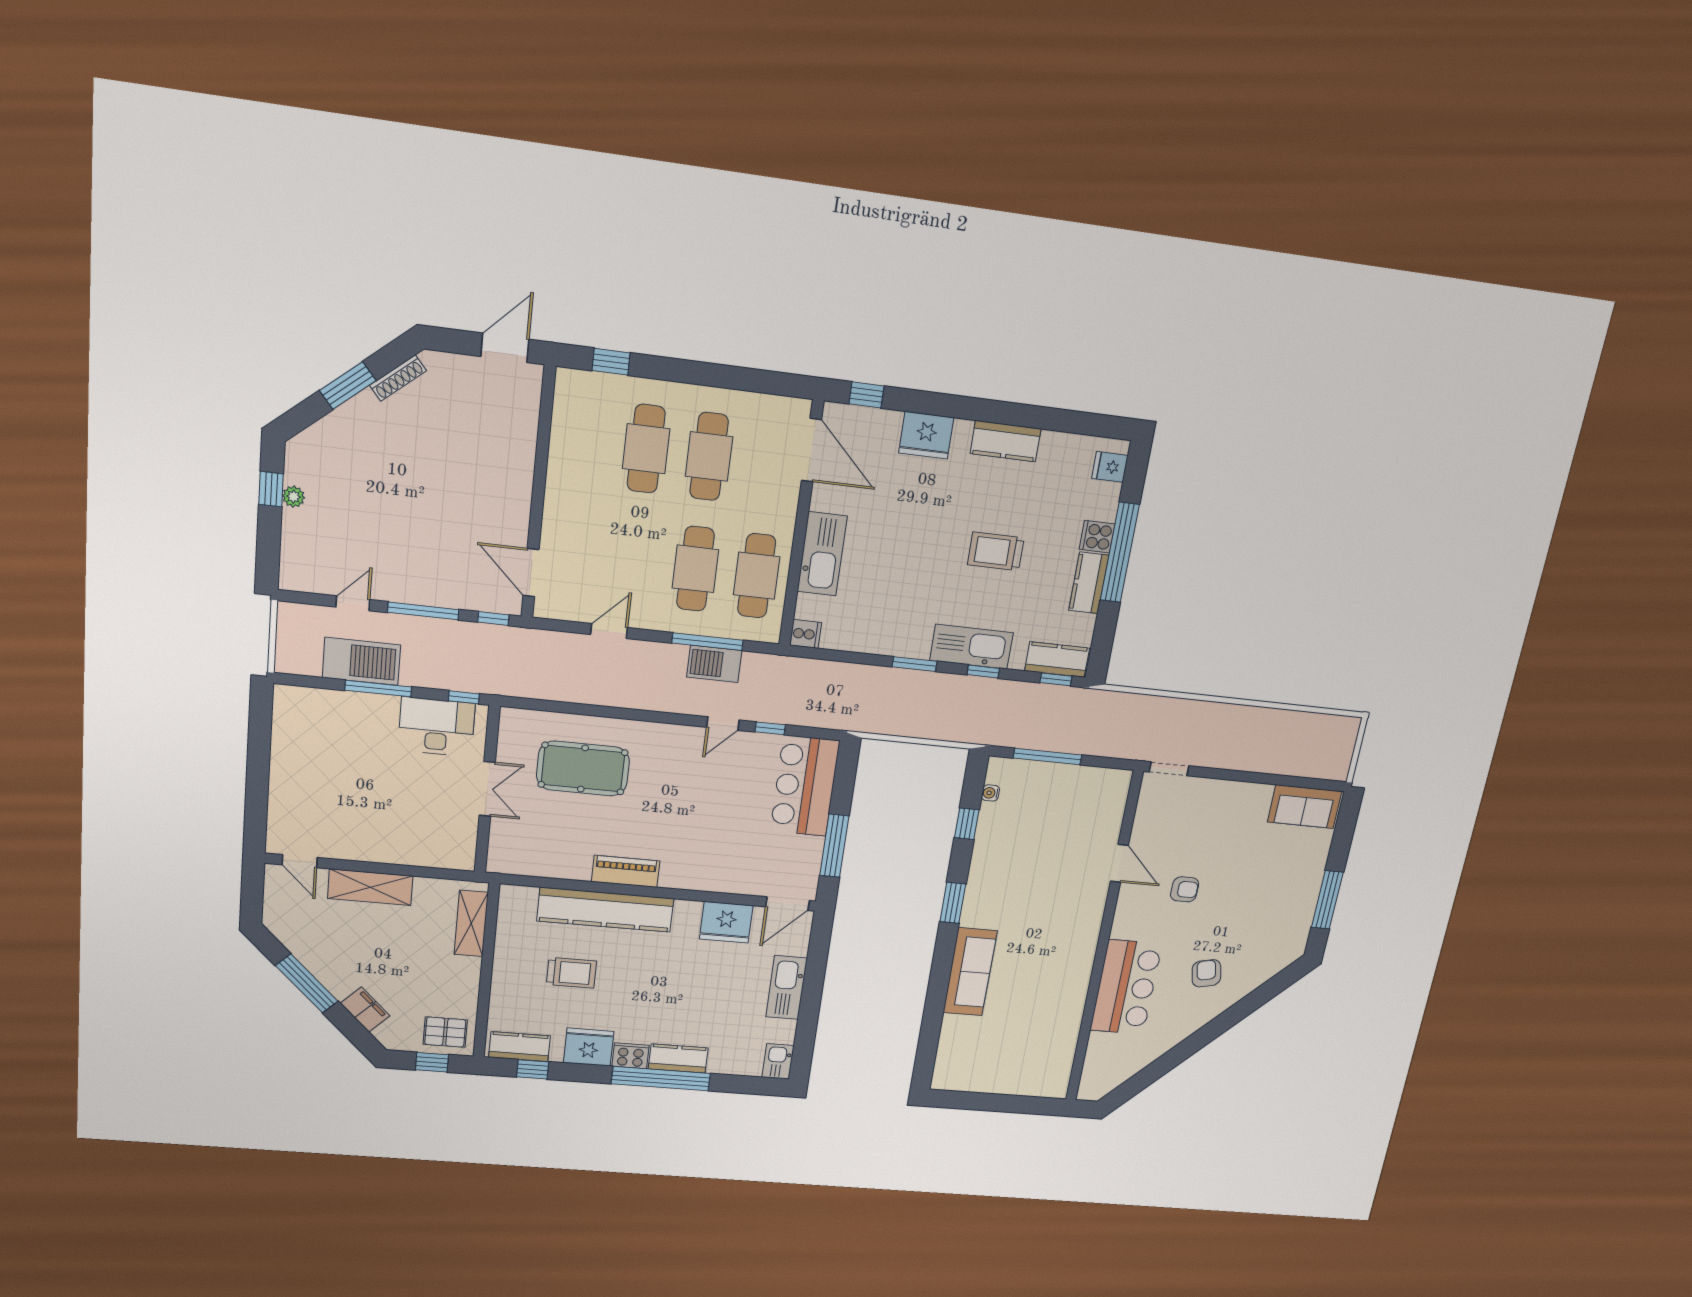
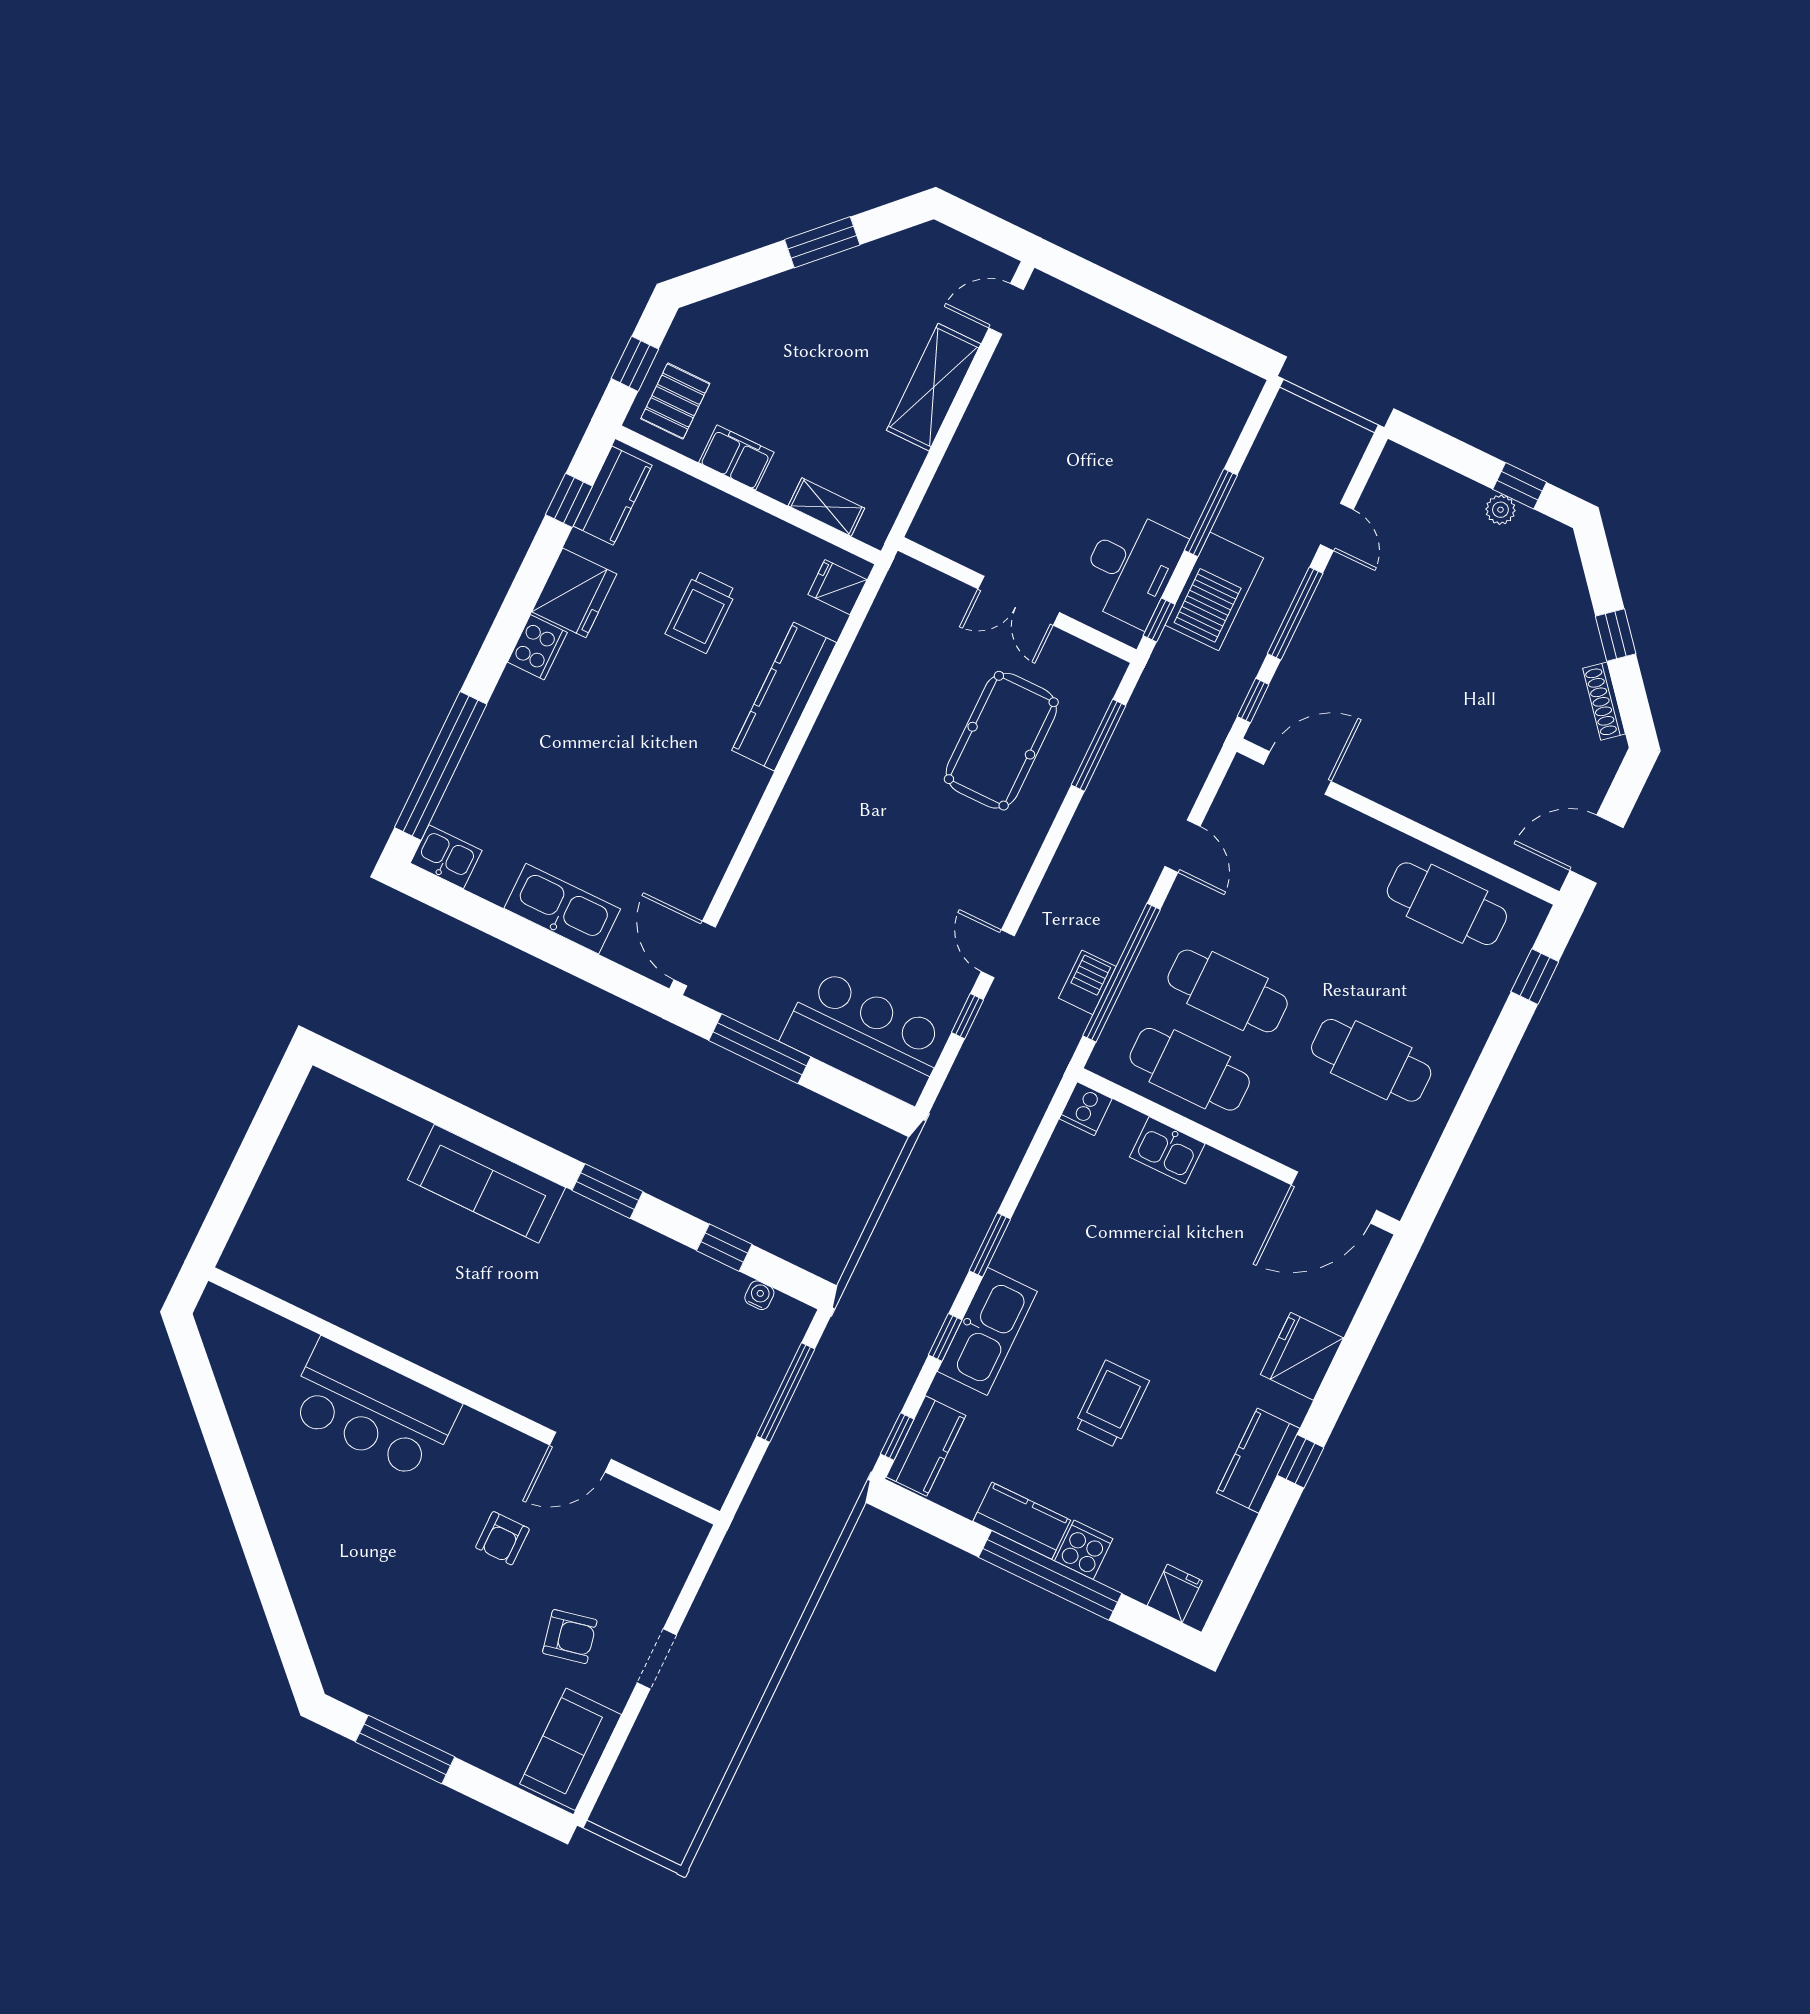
door: (505, 348) -> (1596, 849), swing flipped
window: (348, 385) -> (1616, 635), width x0.67
window: (866, 395) -> (1301, 1461), moved
cafe table: (646, 449) -> (1447, 904), moved
kitchen sink: (822, 554) -> (1167, 1150), width x0.53, depth x0.81
window: (708, 642) -> (1122, 973), width x1.46
barbecue: (362, 661) -> (1214, 591), moved
barbecue: (714, 664) -> (1087, 982), width x0.73, depth x0.79
window: (562, 707) -> (1099, 745), added
doorway: (1169, 769) -> (657, 1659), moved
piano: (626, 871) -> (828, 744), removed
kitchen counter: (605, 910) -> (784, 697), width x0.72, depth x0.86
fridge: (726, 922) -> (837, 587), moved, width x0.53, depth x0.75
shelving: (471, 923) -> (826, 507), width x0.67, depth x0.75
armchair: (1206, 973) -> (570, 1637), moved
window: (307, 983) -> (822, 242), width x0.69
filing cabinet: (365, 1010) -> (736, 457), moved, turned -135
kitchen counter: (678, 1058) -> (507, 714), removed
window: (661, 1079) -> (441, 766), moved

